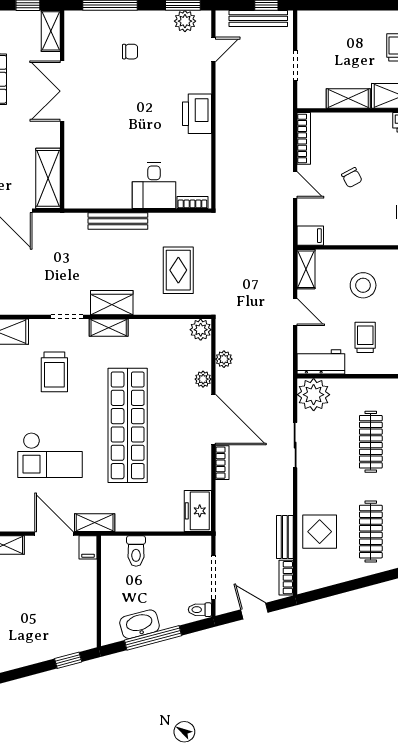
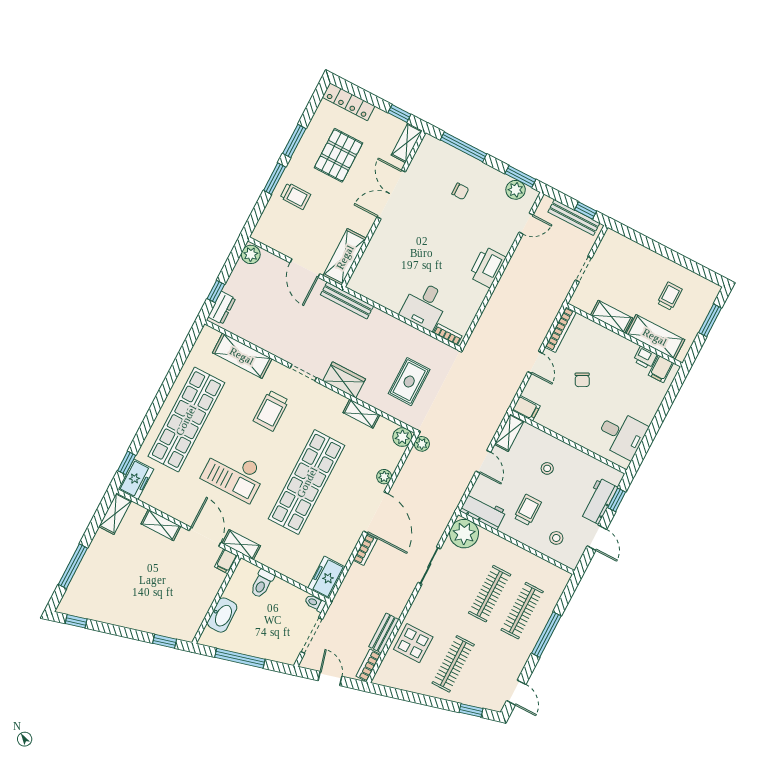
bench: (118, 221) -> (347, 300), moved
stool: (363, 285) -> (547, 468), width x0.53, depth x0.53
shelving: (109, 328) -> (361, 414), moved
plant: (224, 359) -> (422, 444), moved
toilet: (200, 610) -> (315, 603), moved
washbasin: (140, 624) -> (222, 615), moved, turned 105

